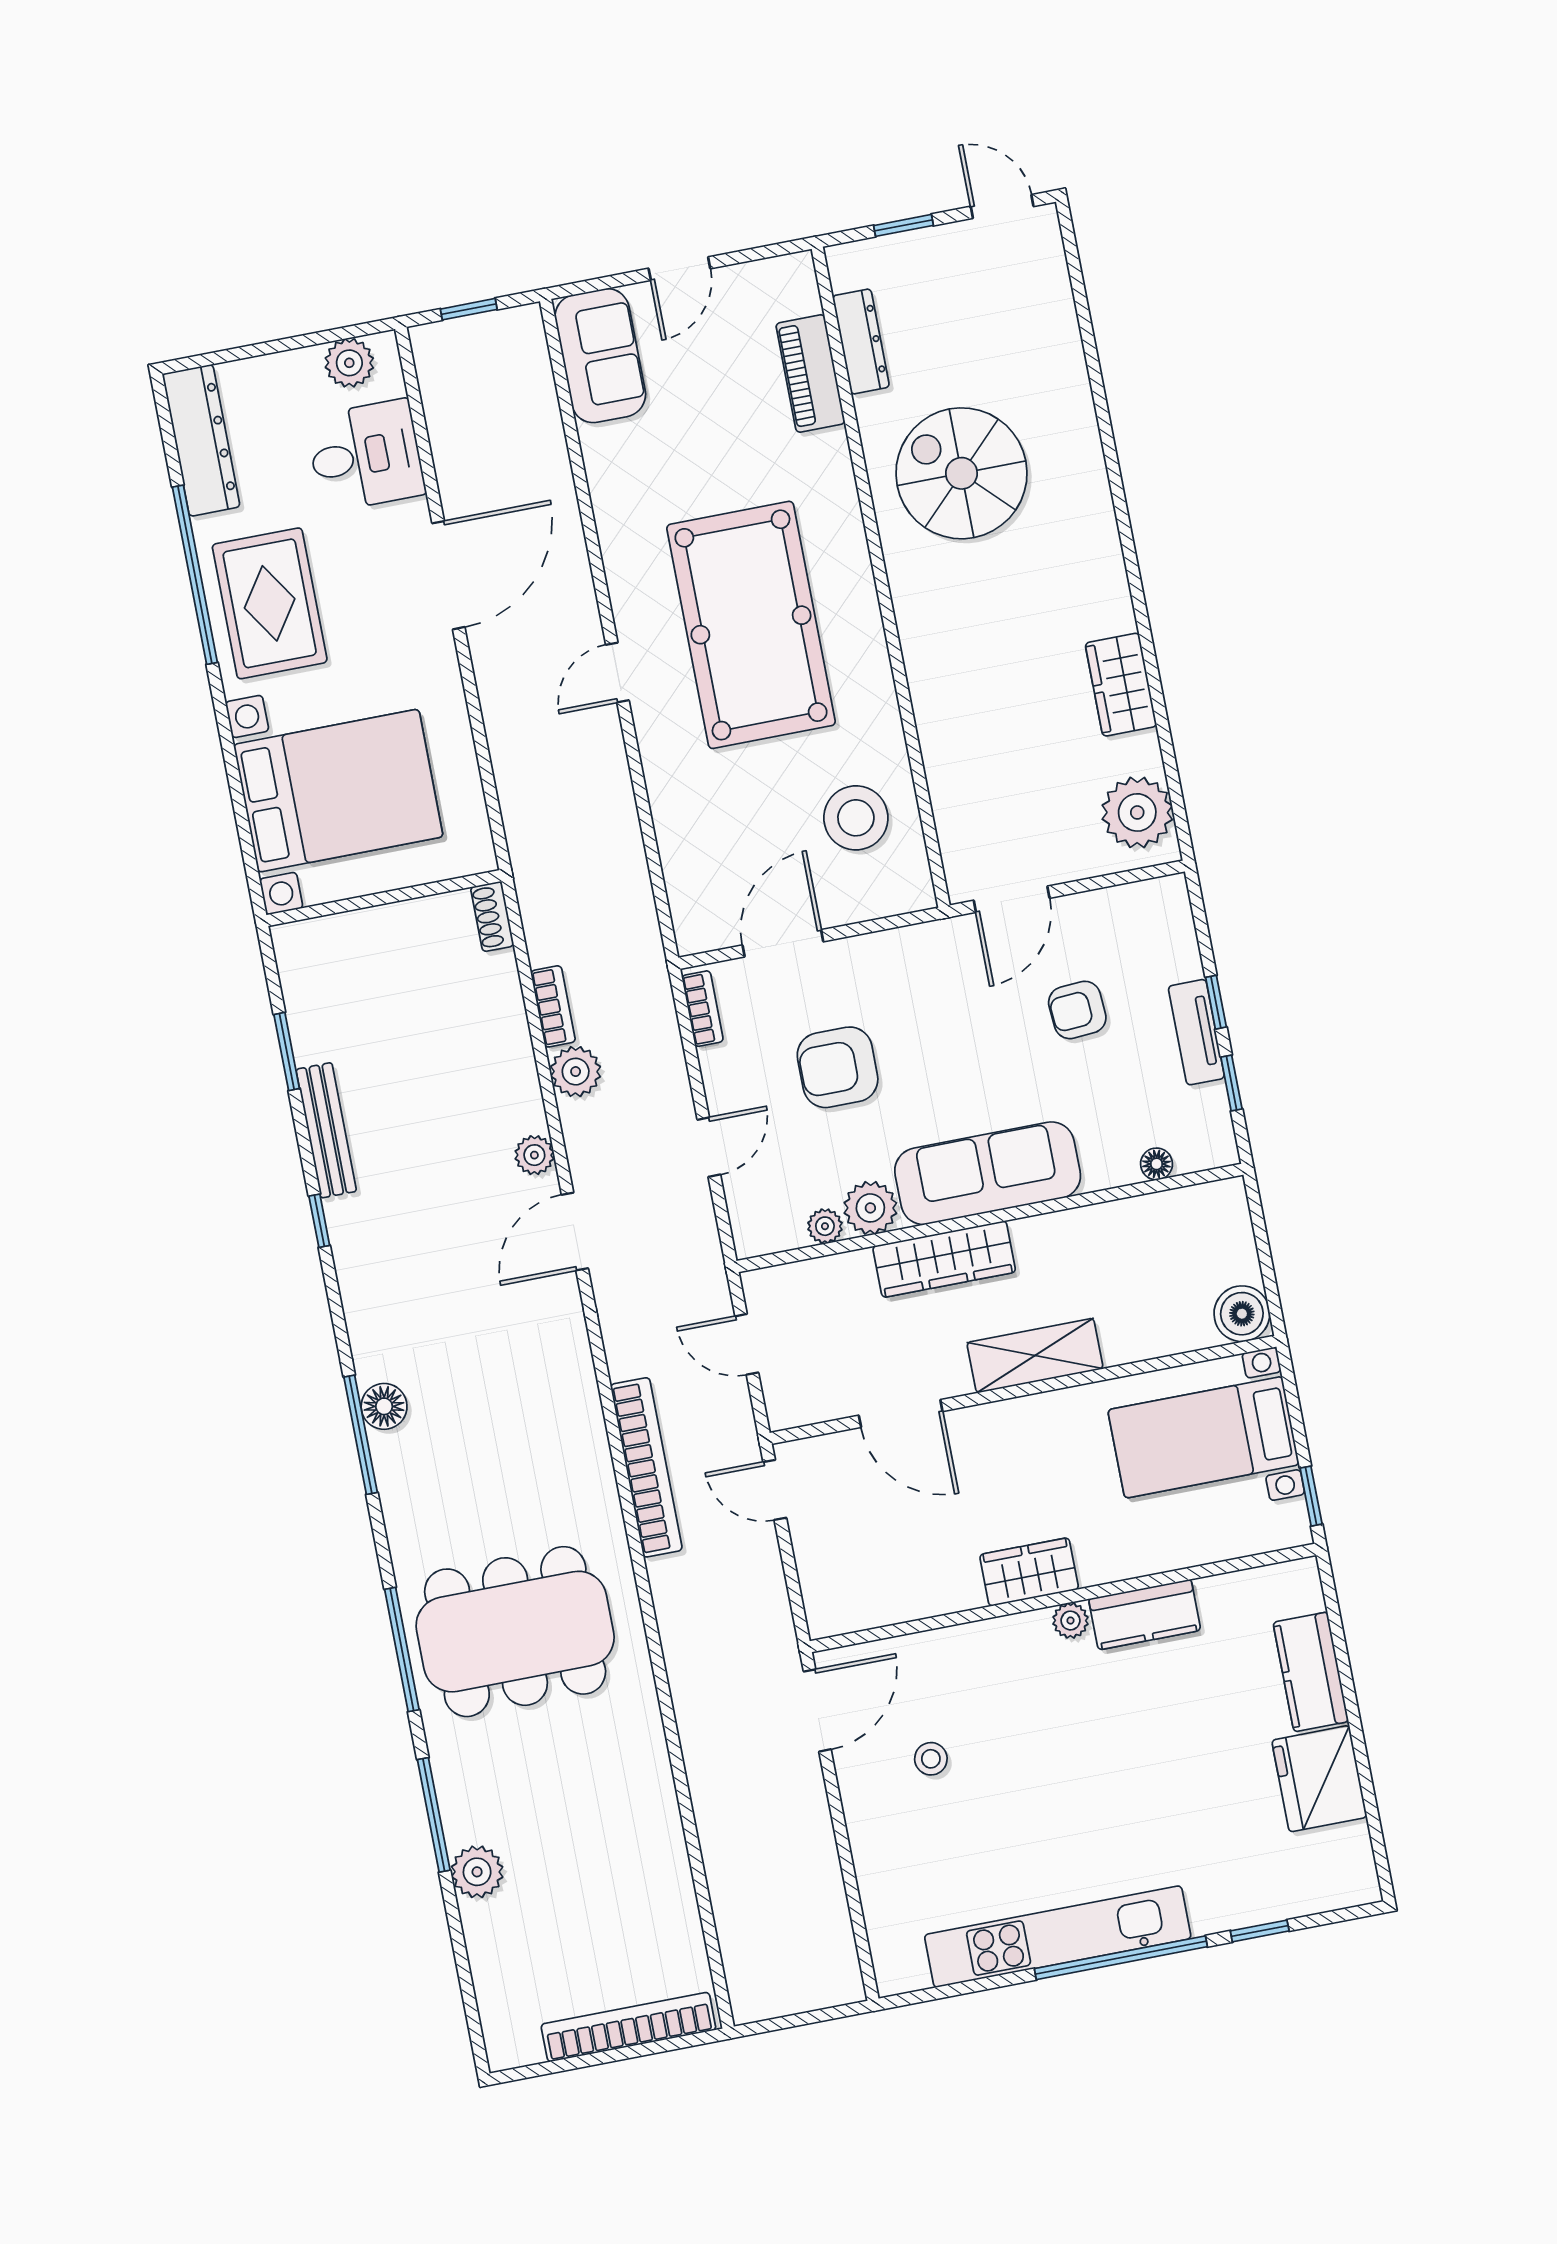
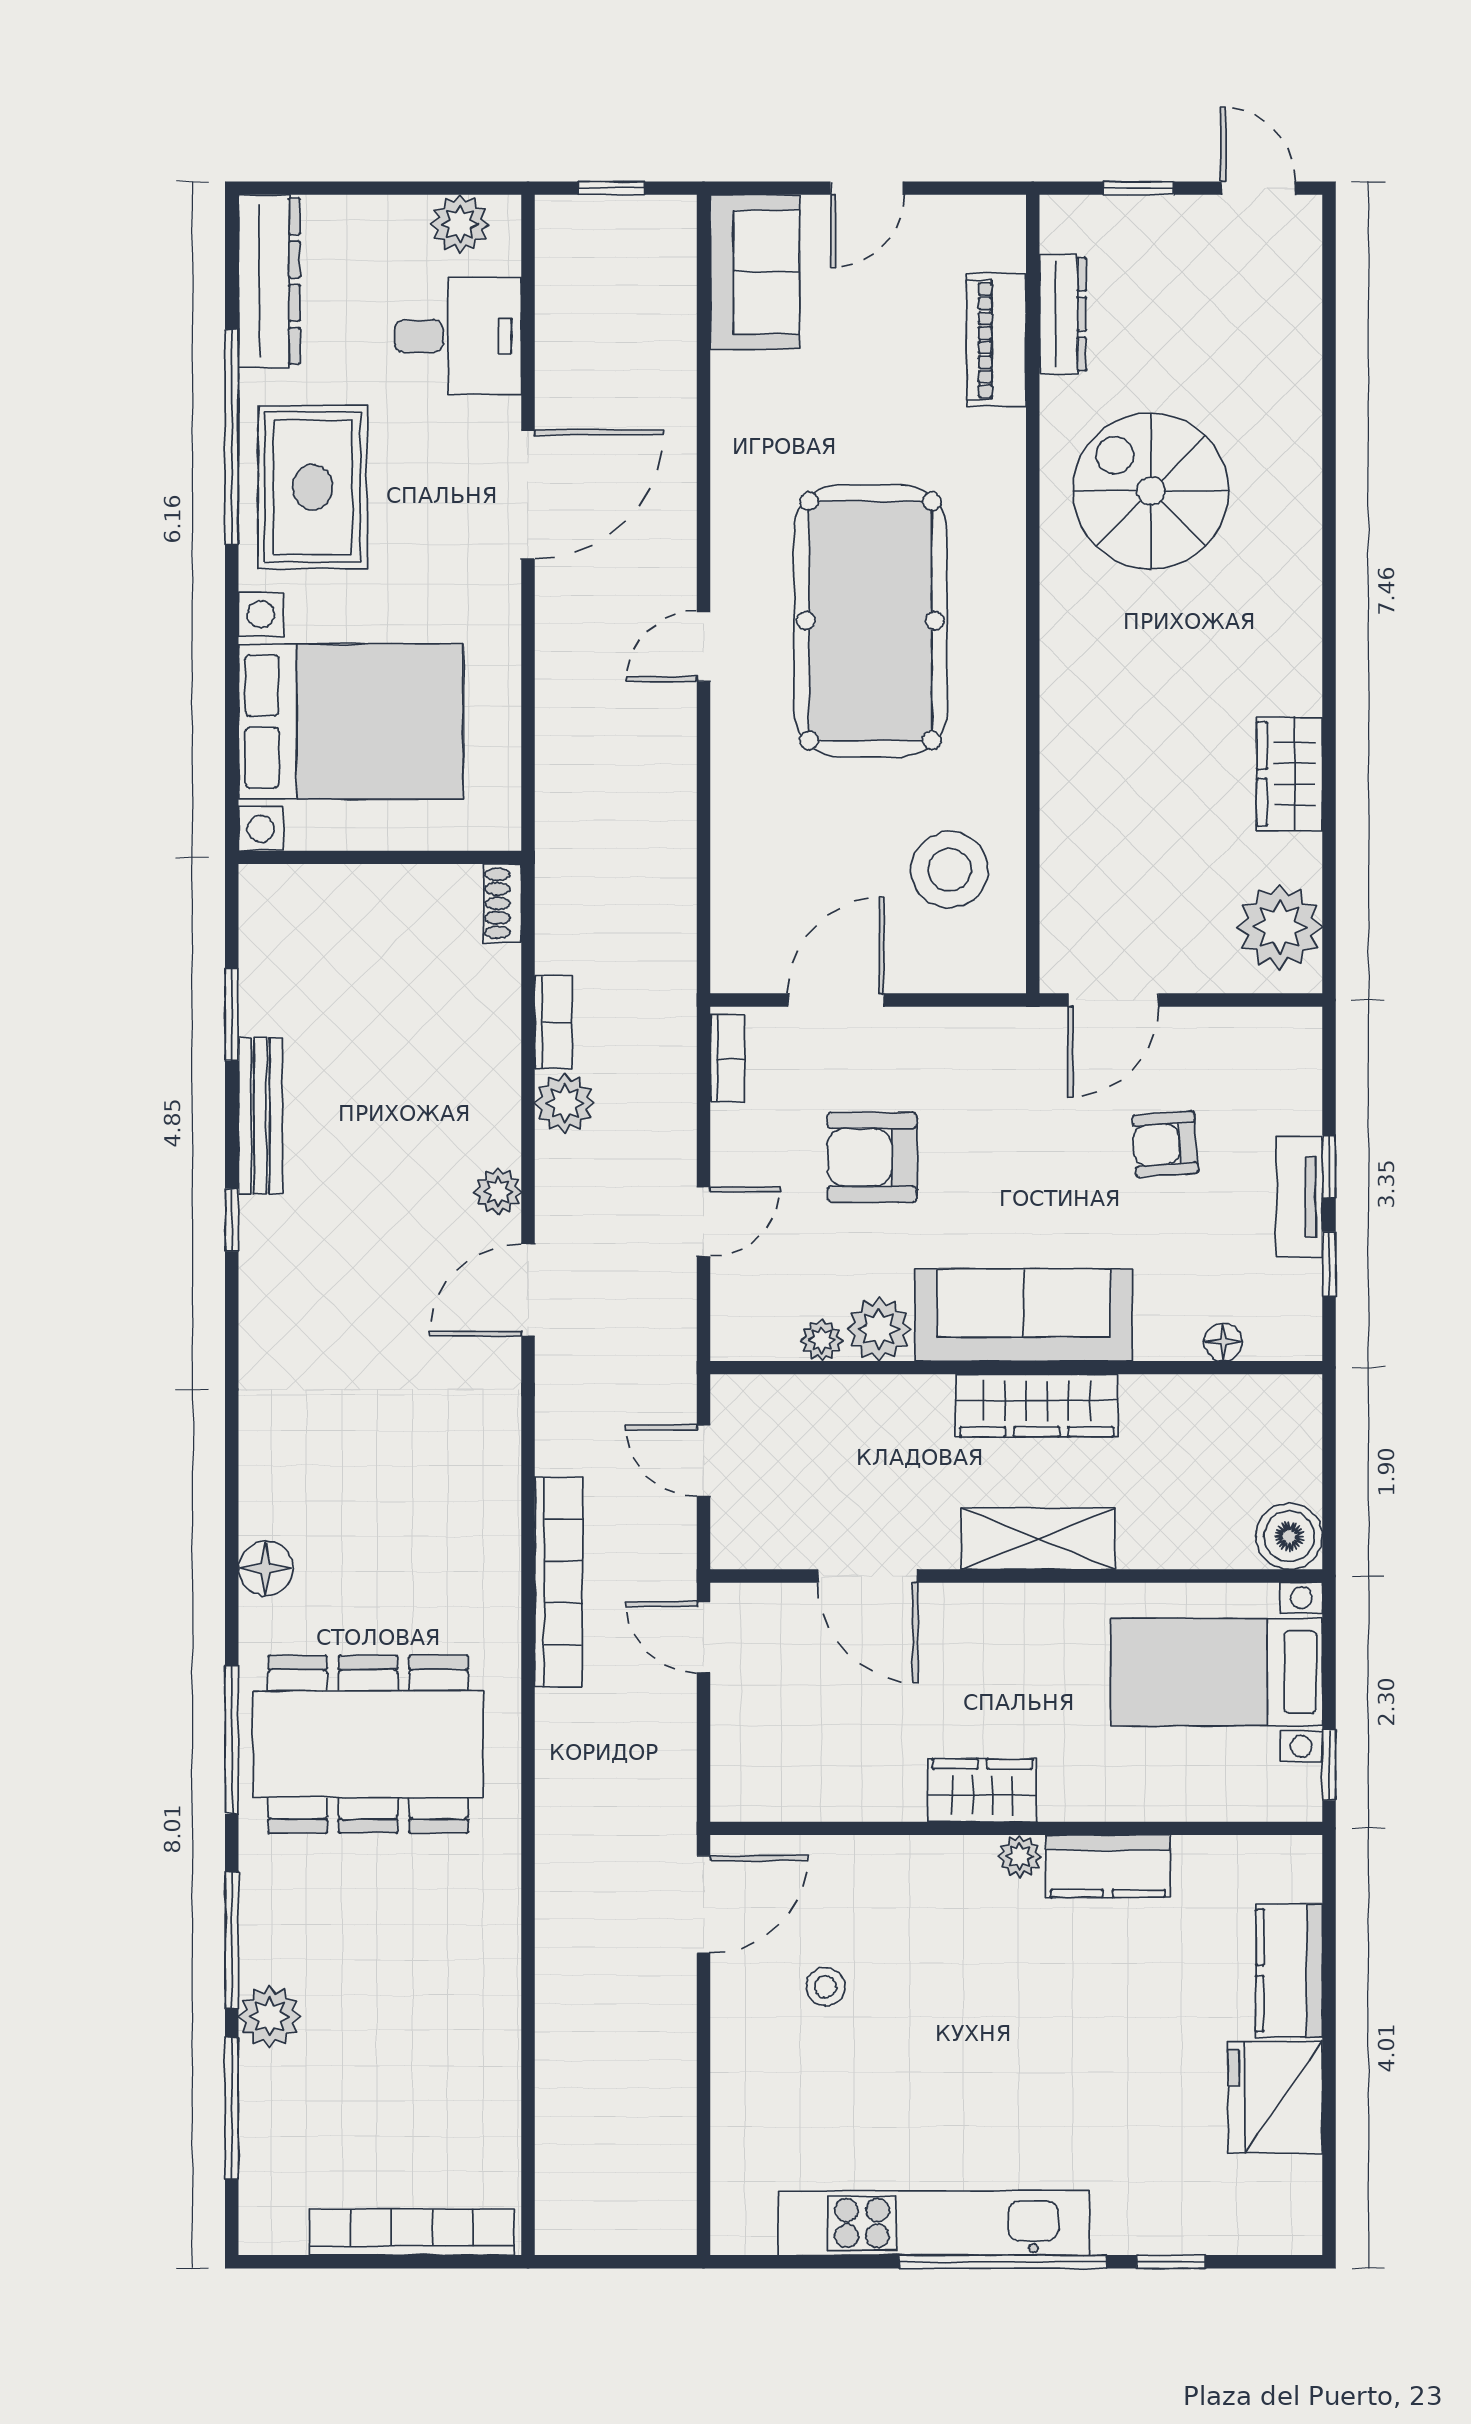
wardrobe: (944, 1259) -> (1037, 1405), moved
floor lamp: (384, 1406) -> (266, 1568), moved
window: (361, 1435) -> (232, 2108), moved

